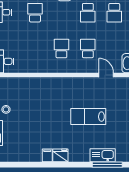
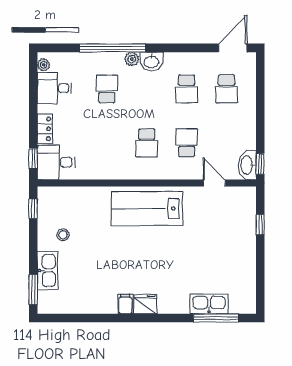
school desk: (61, 48) -> (147, 143), turned 180
lab bench: (88, 117) -> (147, 209), moved, width x1.36, depth x1.39

